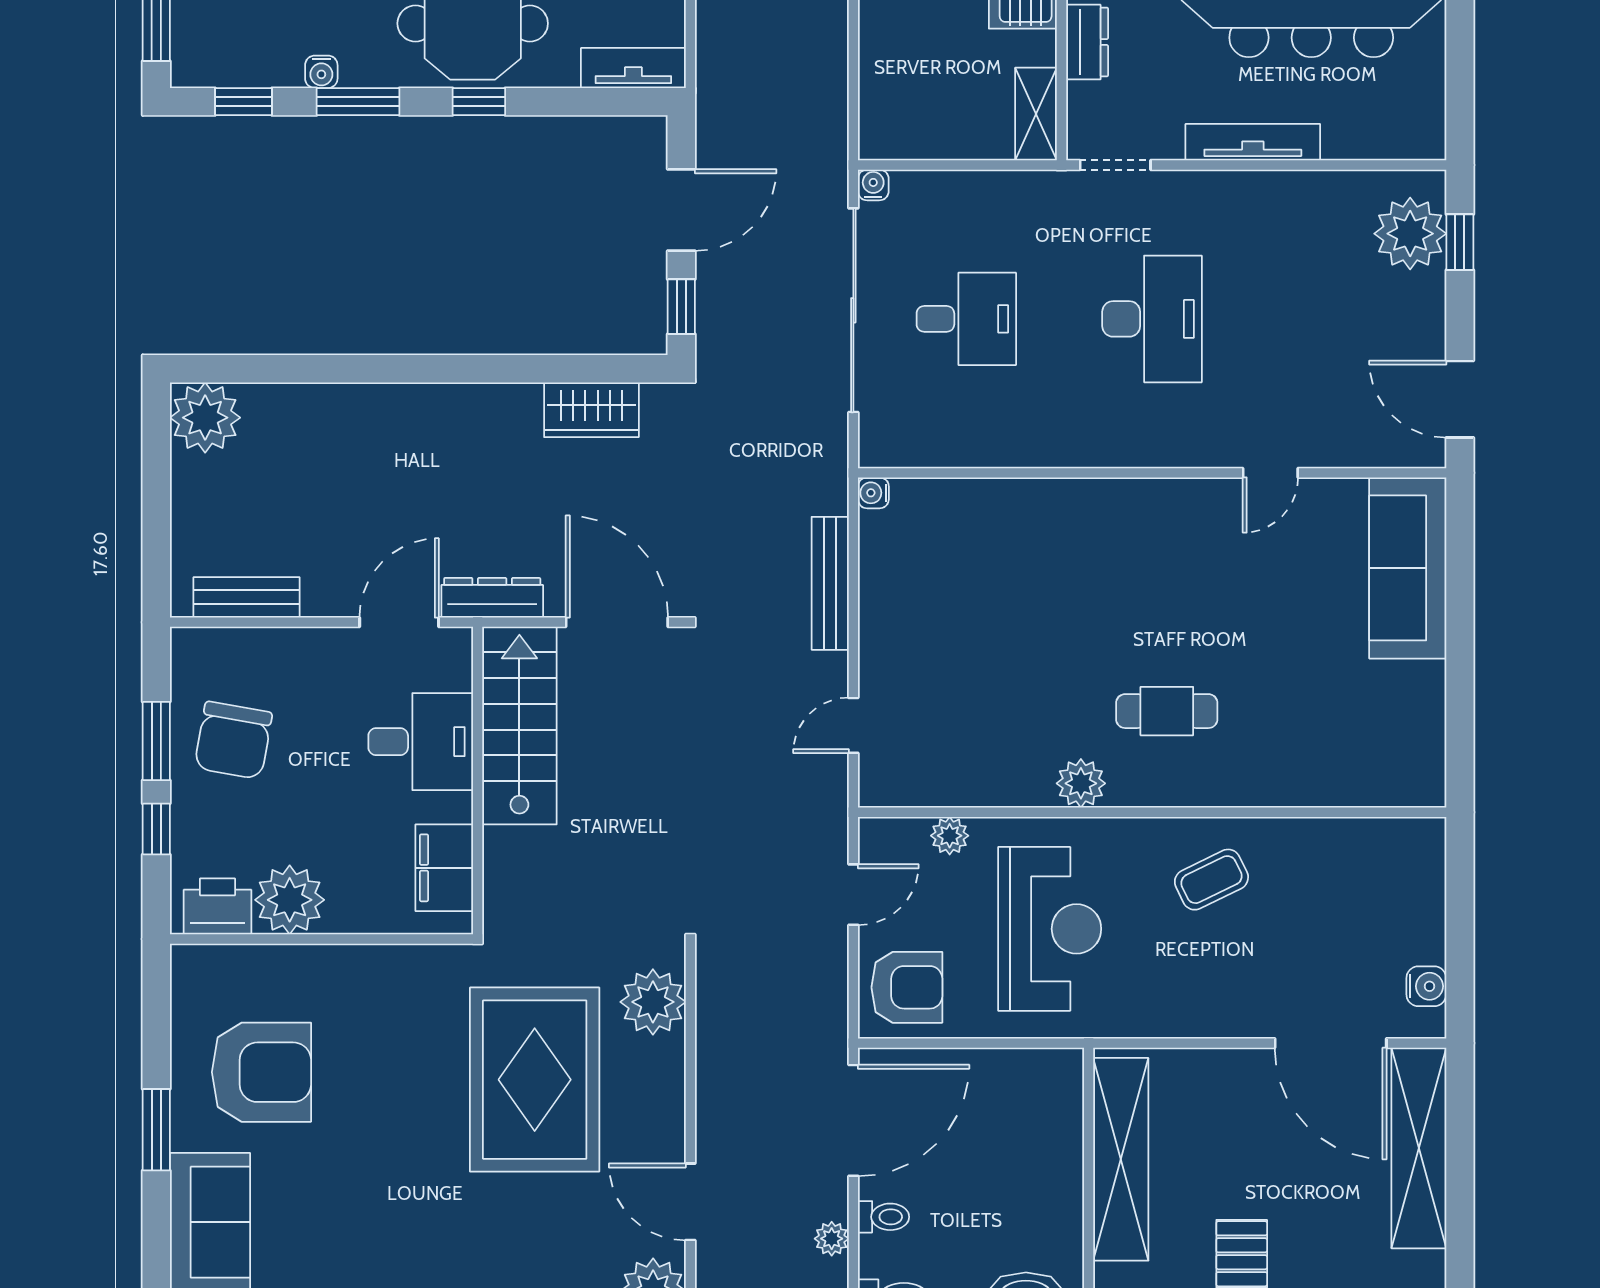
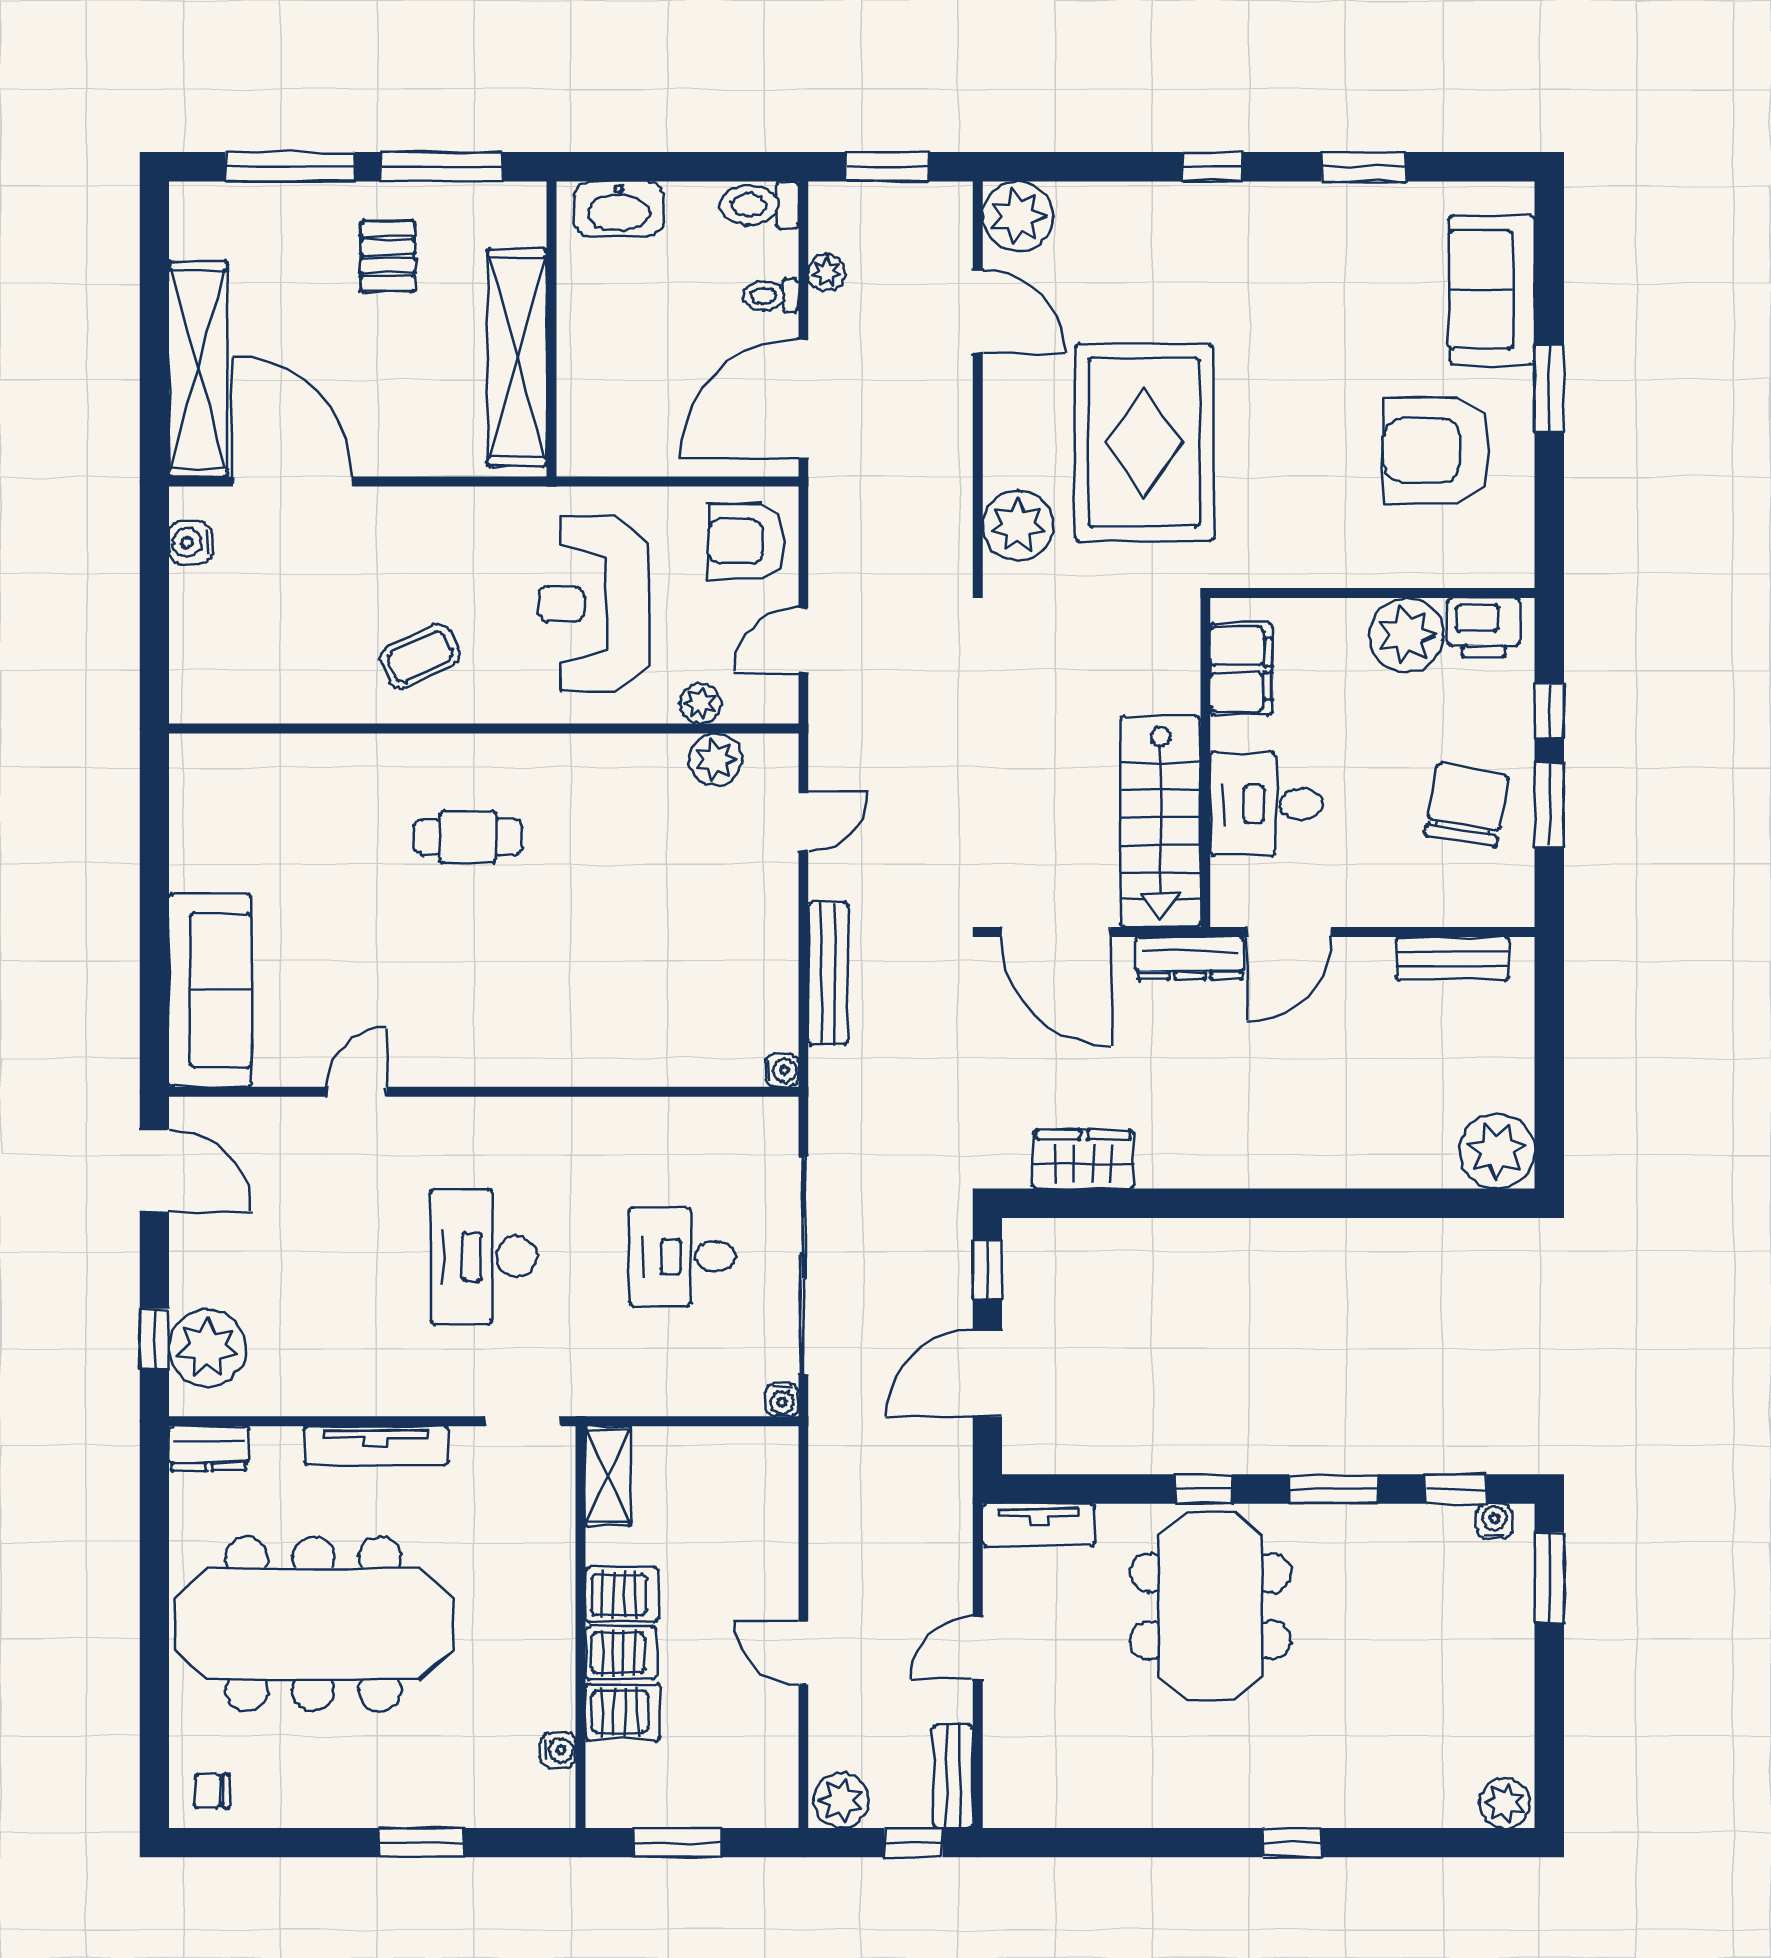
dresser: (1087, 42) -> (209, 1449), moved, turned -90
water cooler: (321, 72) -> (1495, 1521), moved
plant: (1081, 783) -> (716, 760), moved

